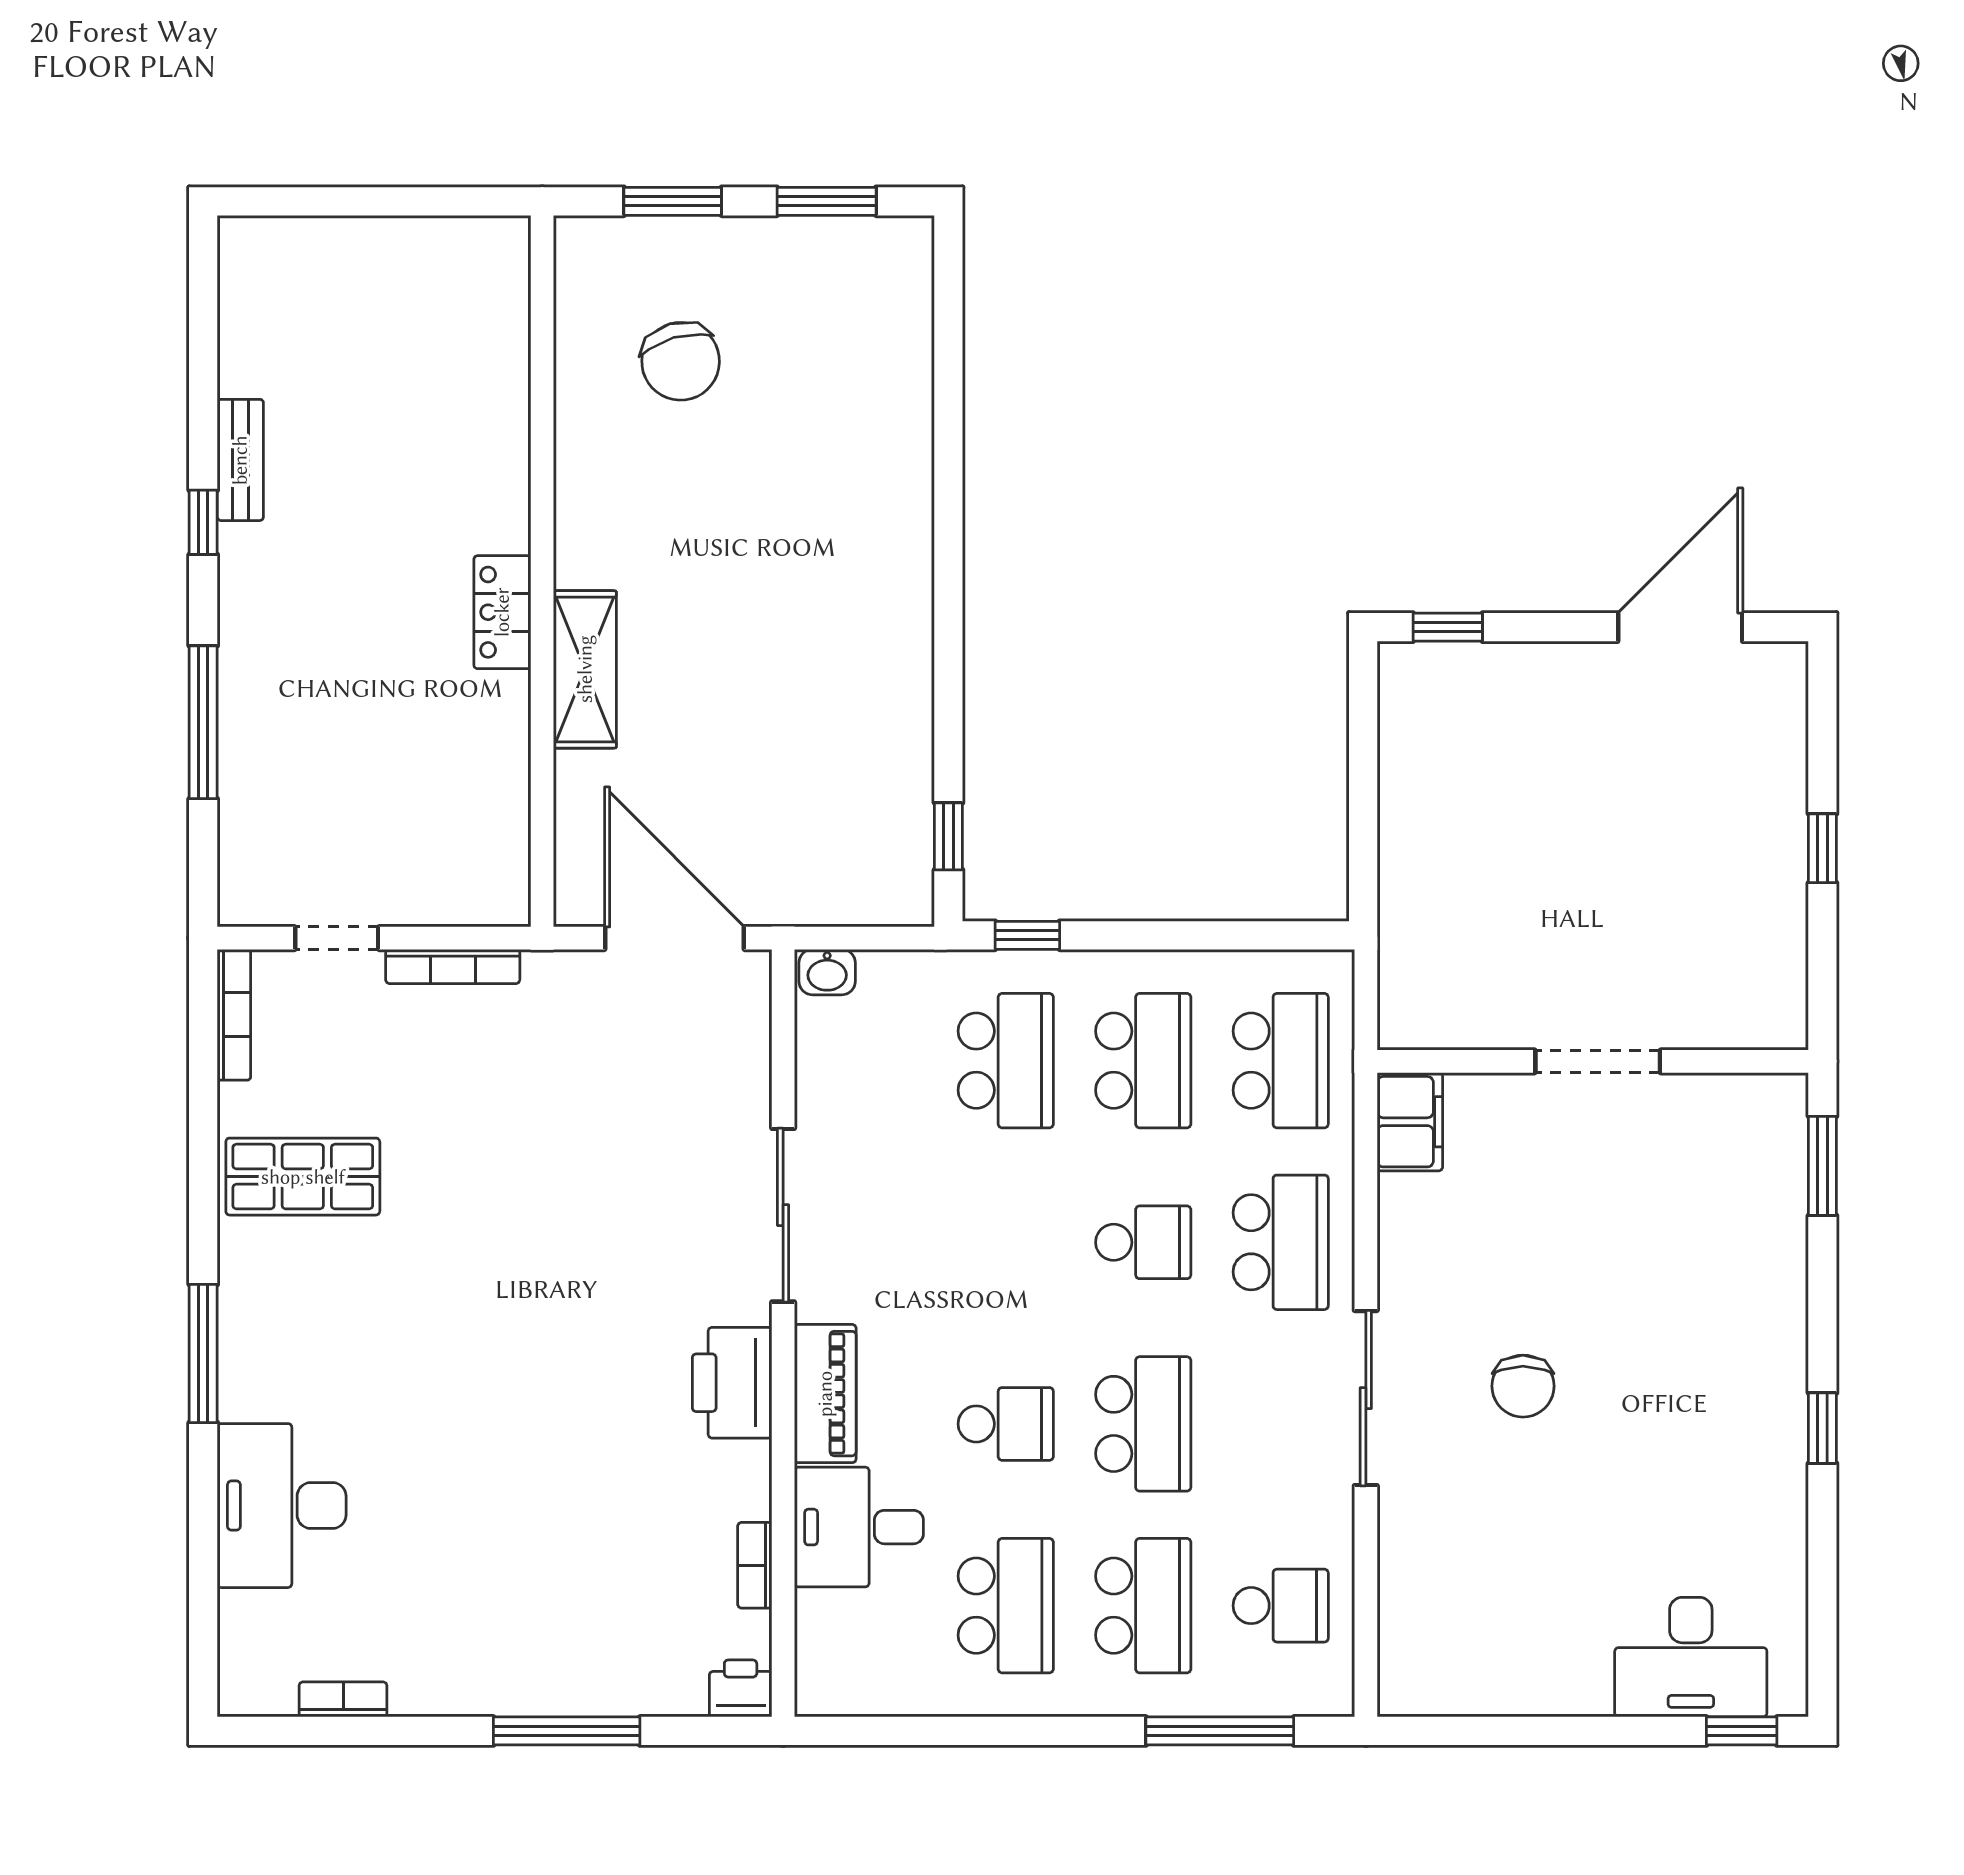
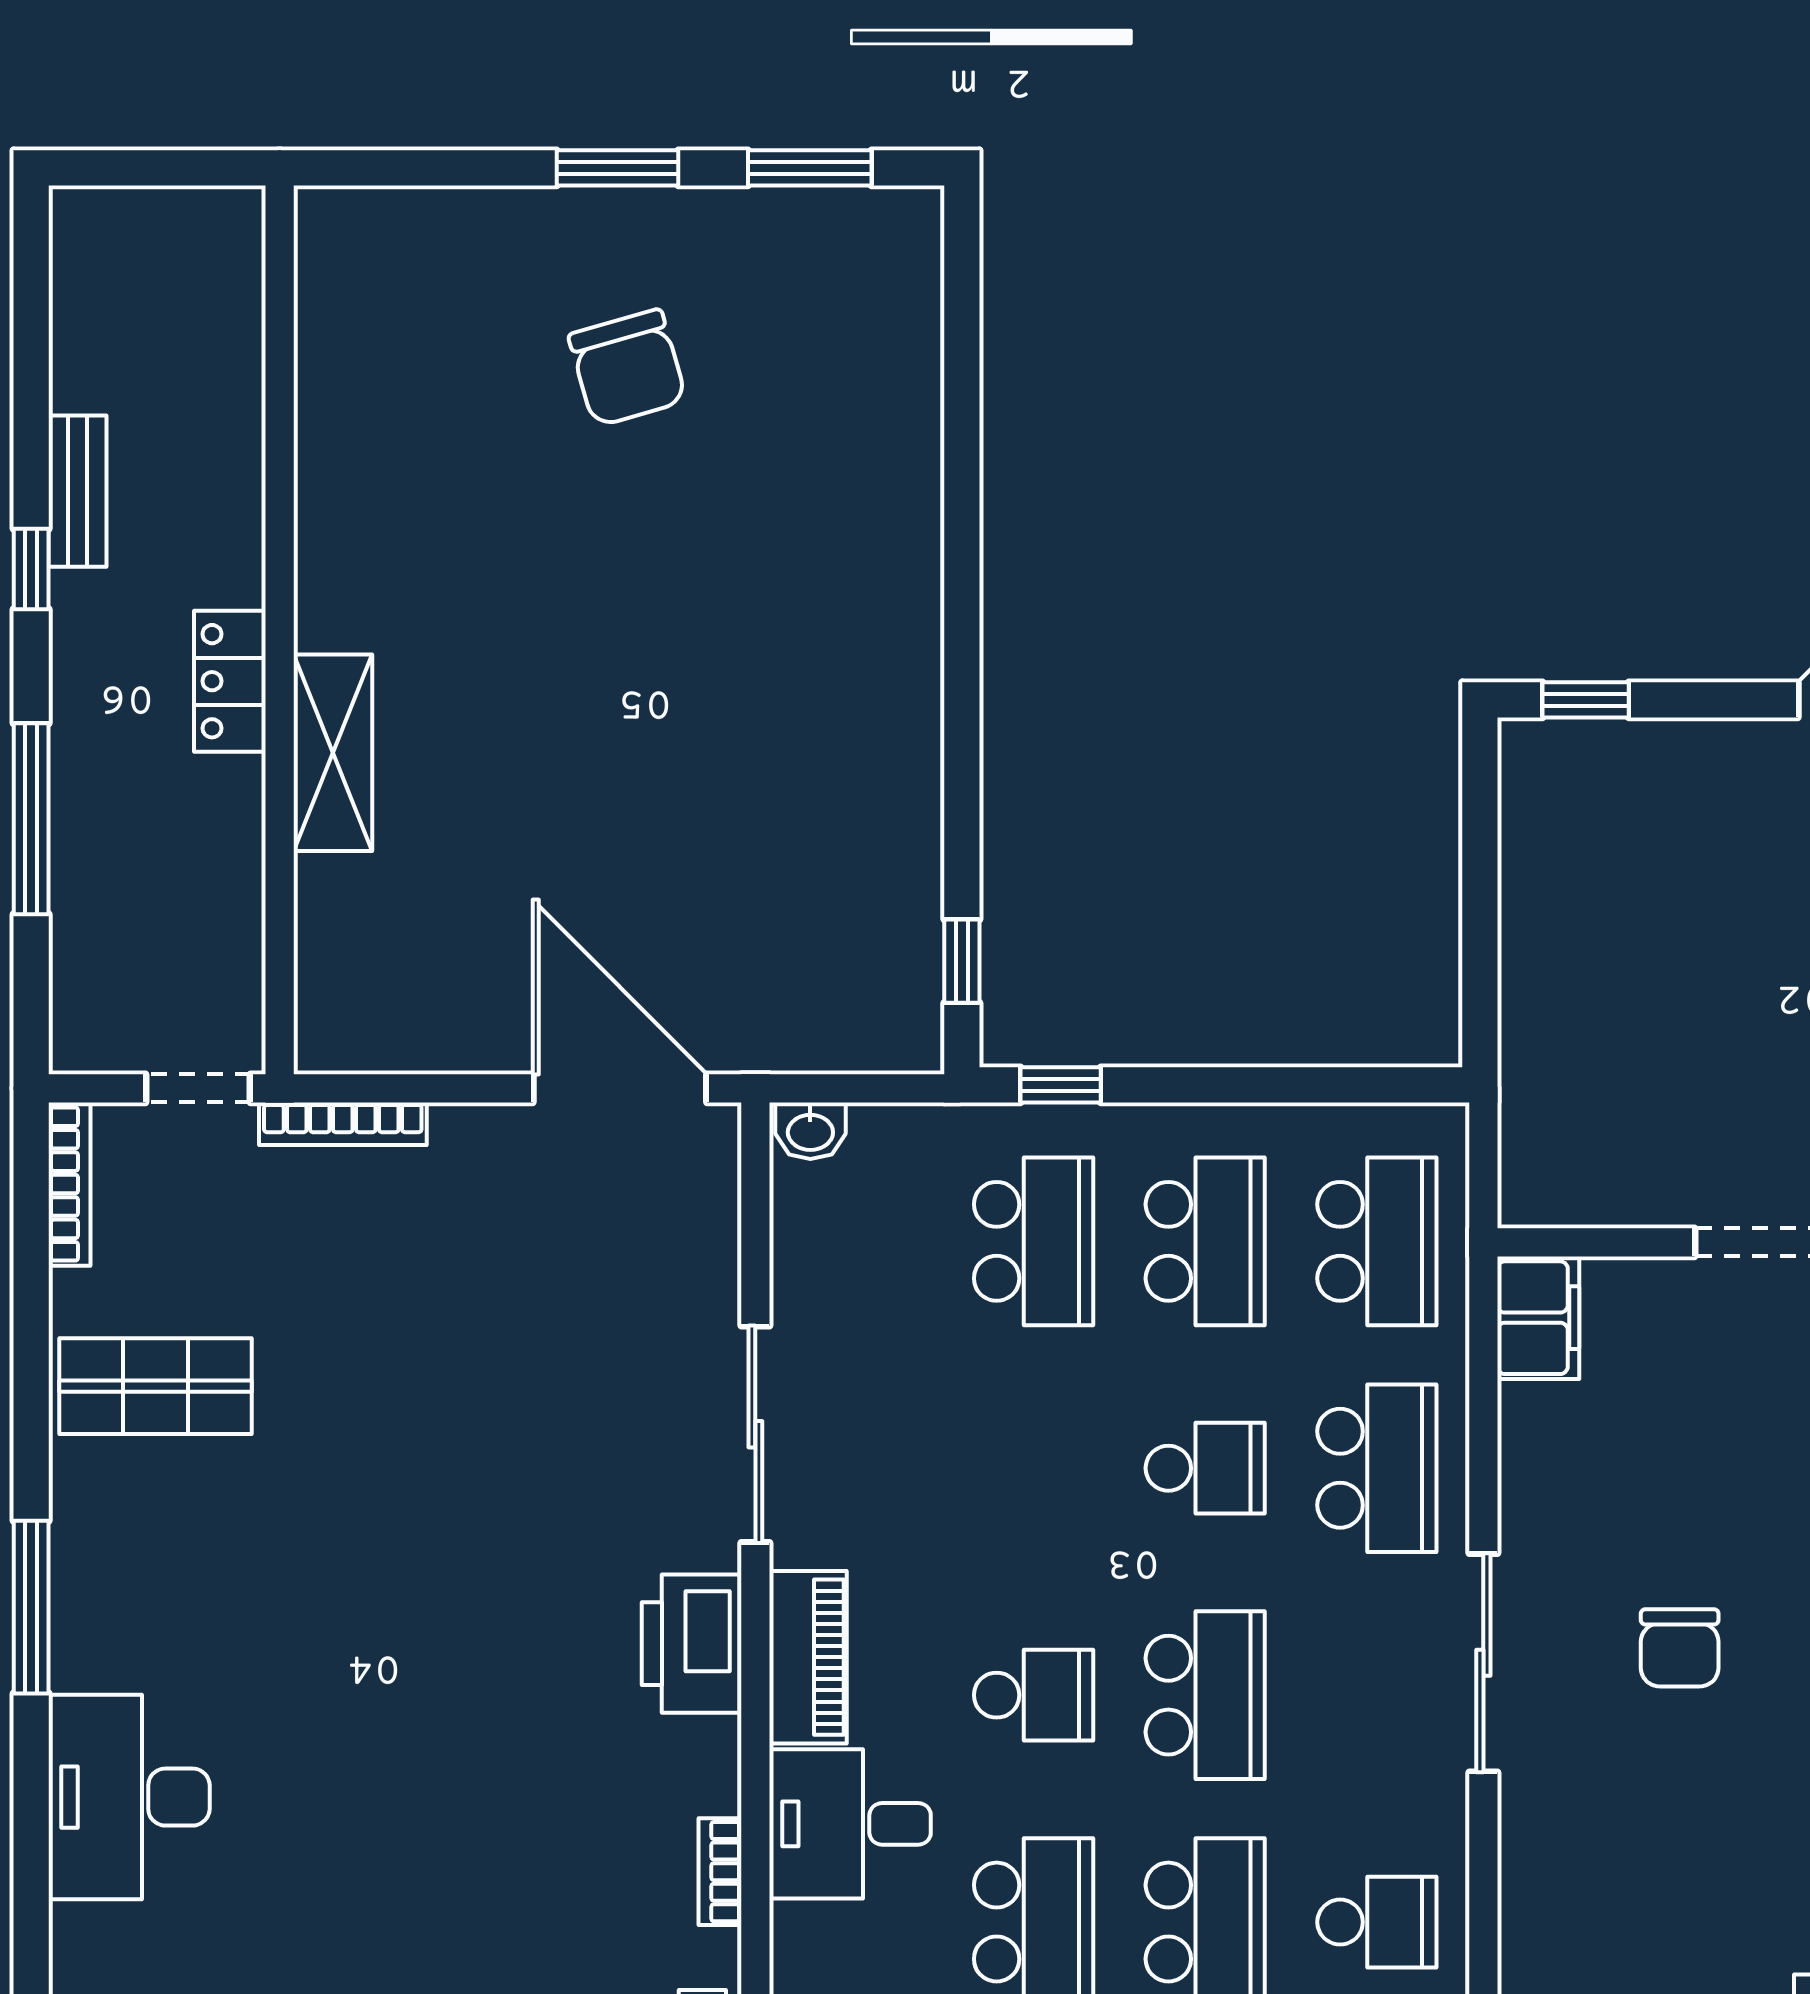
wall: (542, 571) -> (280, 630), moved
locker: (502, 612) -> (230, 681), moved
shelving: (585, 669) -> (333, 753), moved

